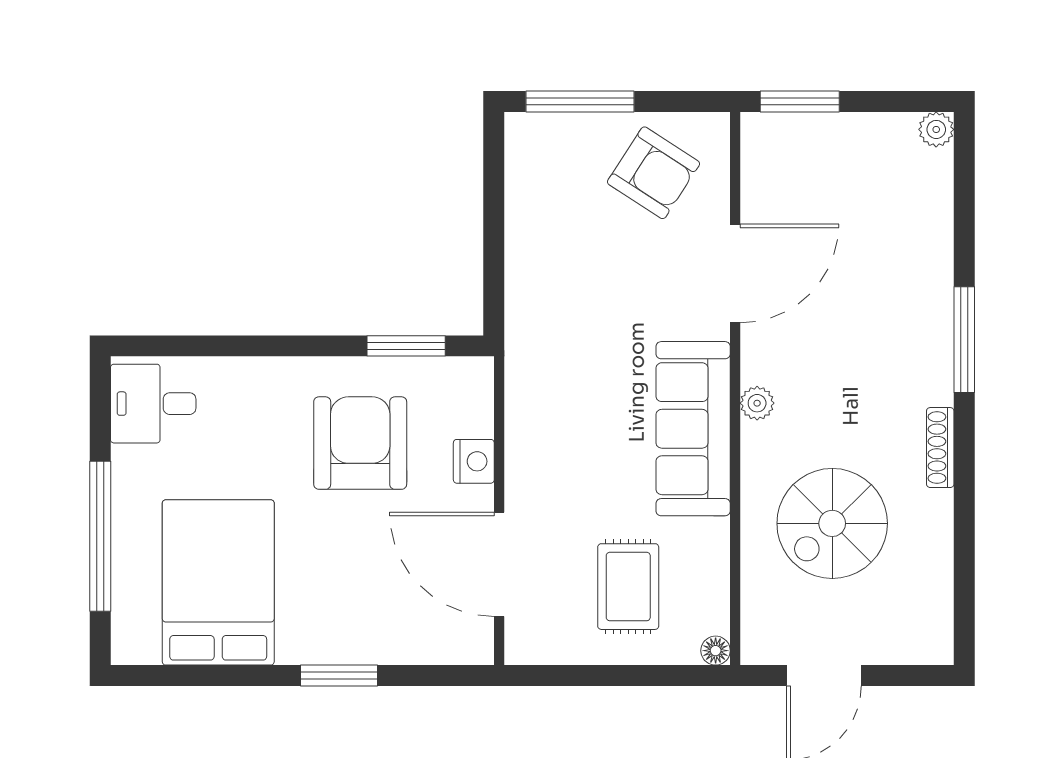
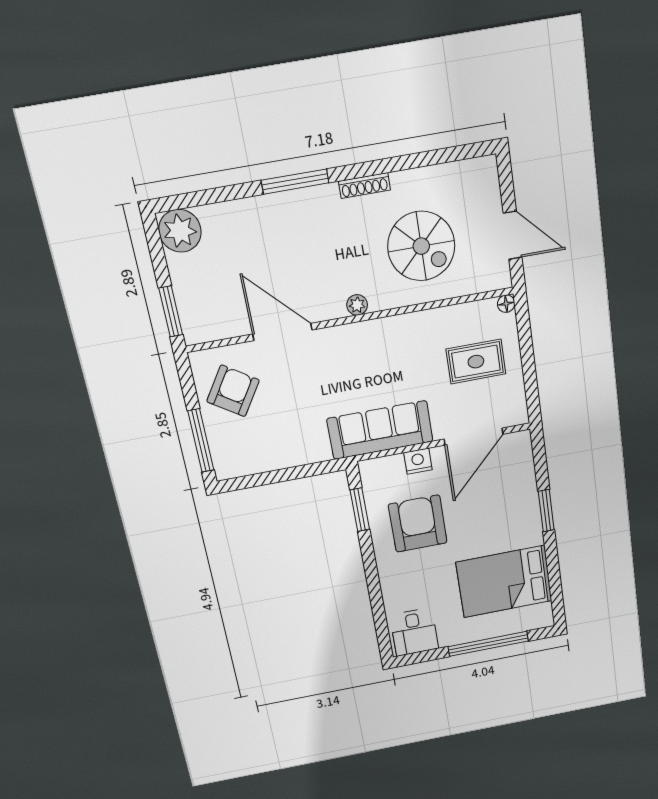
plant: (936, 129) -> (180, 231), width x1.88, depth x1.88
sofa: (693, 429) -> (380, 430), moved, turned 180
armchair: (360, 443) -> (418, 524), turned 90

